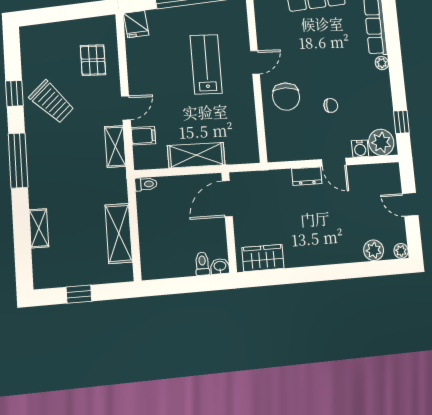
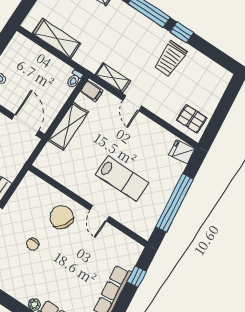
pallet: (93, 60) -> (192, 119), moved
window: (14, 93) -> (182, 32), moved
chair: (286, 97) -> (61, 217), turned 33
trolley: (52, 102) -> (171, 59), turned -45
filing cabinet: (143, 136) -> (92, 91), moved, turned -90

